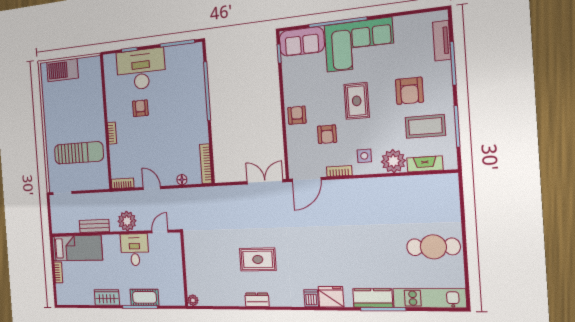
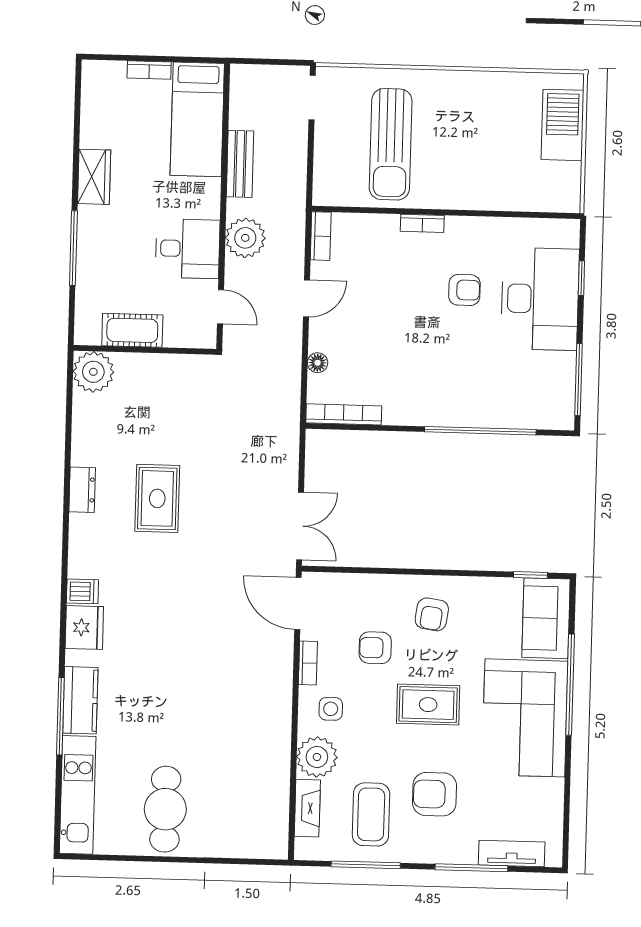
armchair: (297, 115) -> (432, 614), moved, turned 98
cot: (144, 297) -> (132, 330), moved, turned 90
plant: (193, 300) -> (93, 372), width x1.87, depth x1.87

